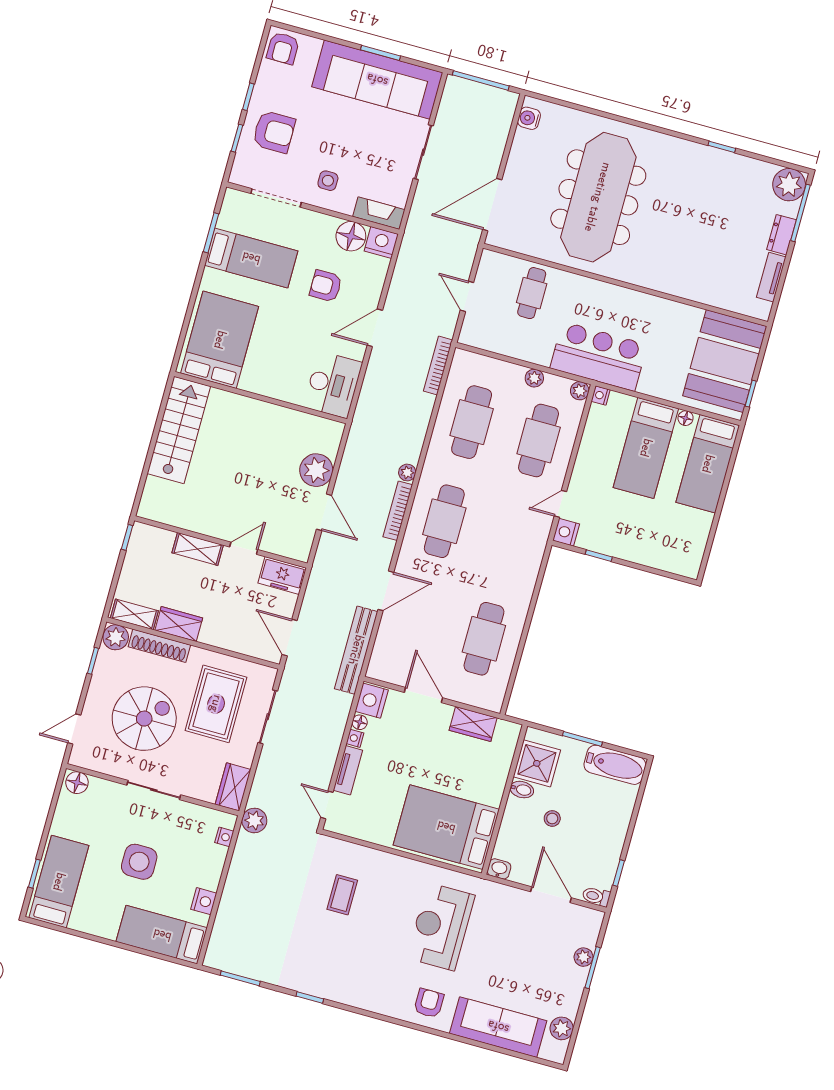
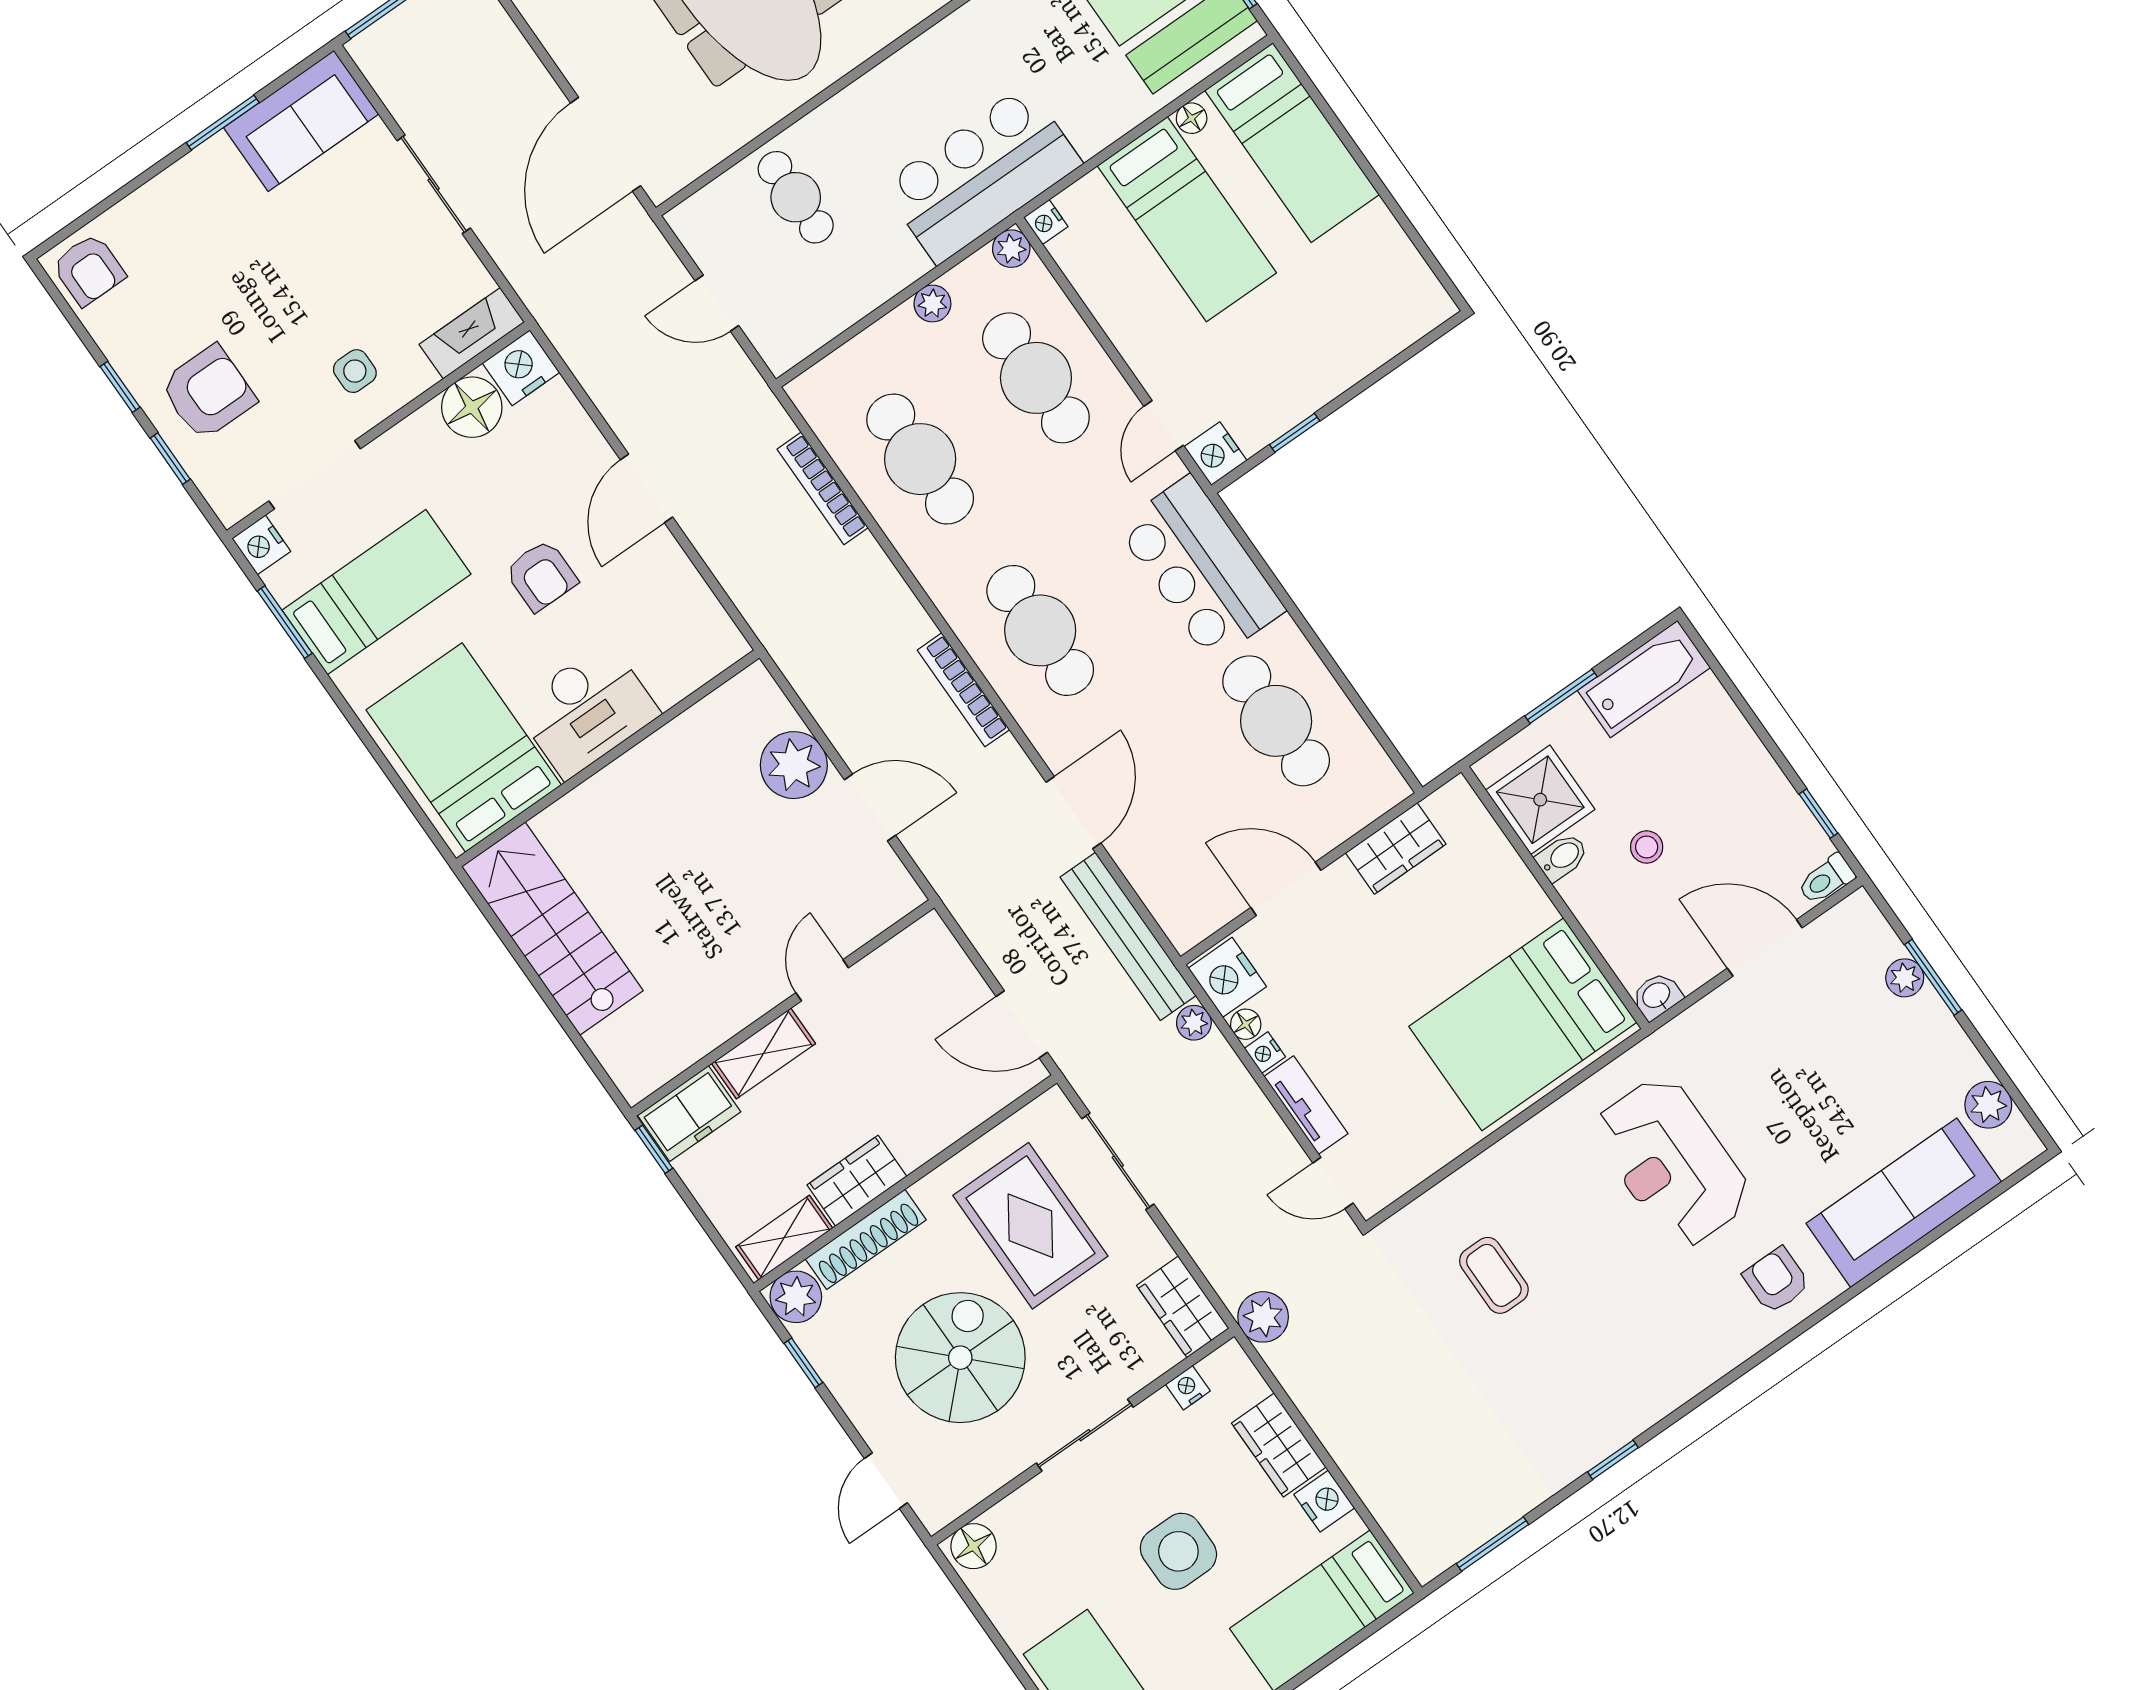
sofa: (377, 80) -> (301, 121), width x0.54, depth x0.79
nightstand: (233, 200) -> (261, 545), added
armchair: (326, 286) -> (541, 576), moved, turned -90
bookcase: (438, 365) -> (823, 488), moved
desk: (333, 385) -> (587, 710), moved, turned 90
plant: (407, 473) -> (1194, 1023), moved
bar counter: (518, 562) -> (1201, 568), added
freezer: (282, 576) -> (689, 1114), moved
nightstand: (224, 837) -> (1188, 1388), moved, turned -90
wardrobe: (211, 866) -> (1279, 1445), added

